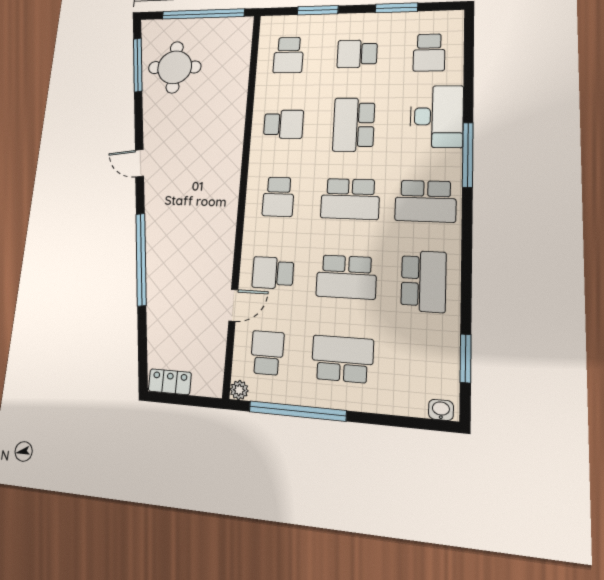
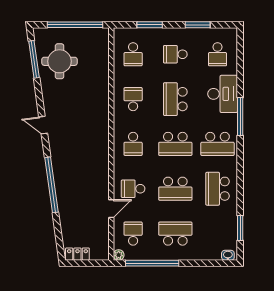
school desk: (283, 124) -> (133, 99), turned -90
school desk: (424, 281) -> (218, 189), turned 180

